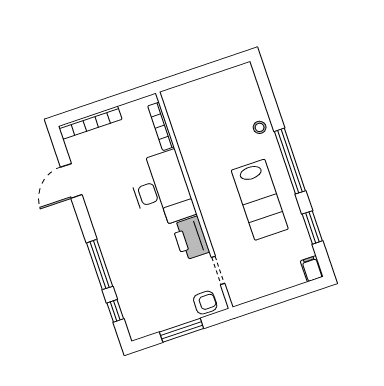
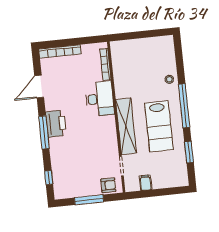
desk: (161, 190) -> (100, 99), width x0.73, depth x0.77
shelving: (212, 210) -> (126, 126), added
printer: (191, 238) -> (56, 124), moved, turned 180
window: (100, 265) -> (44, 132), moved
filing cabinet: (312, 269) -> (146, 183), moved

